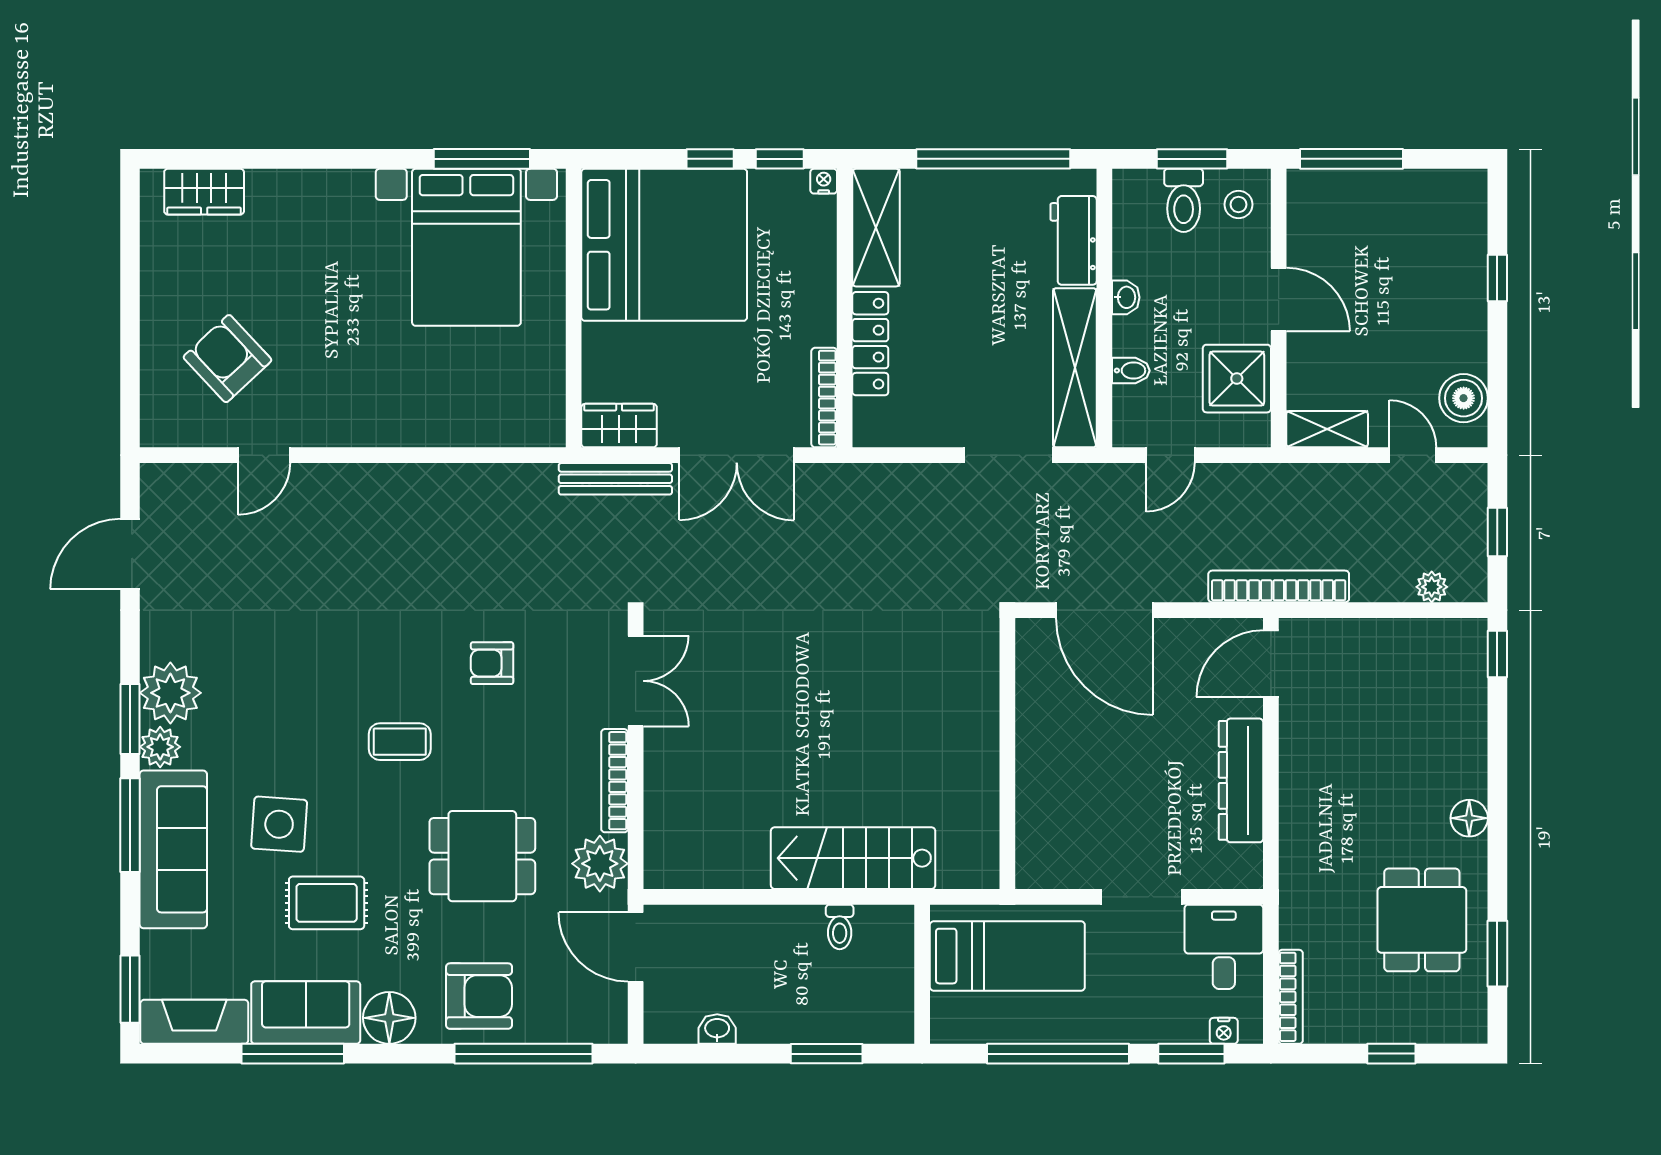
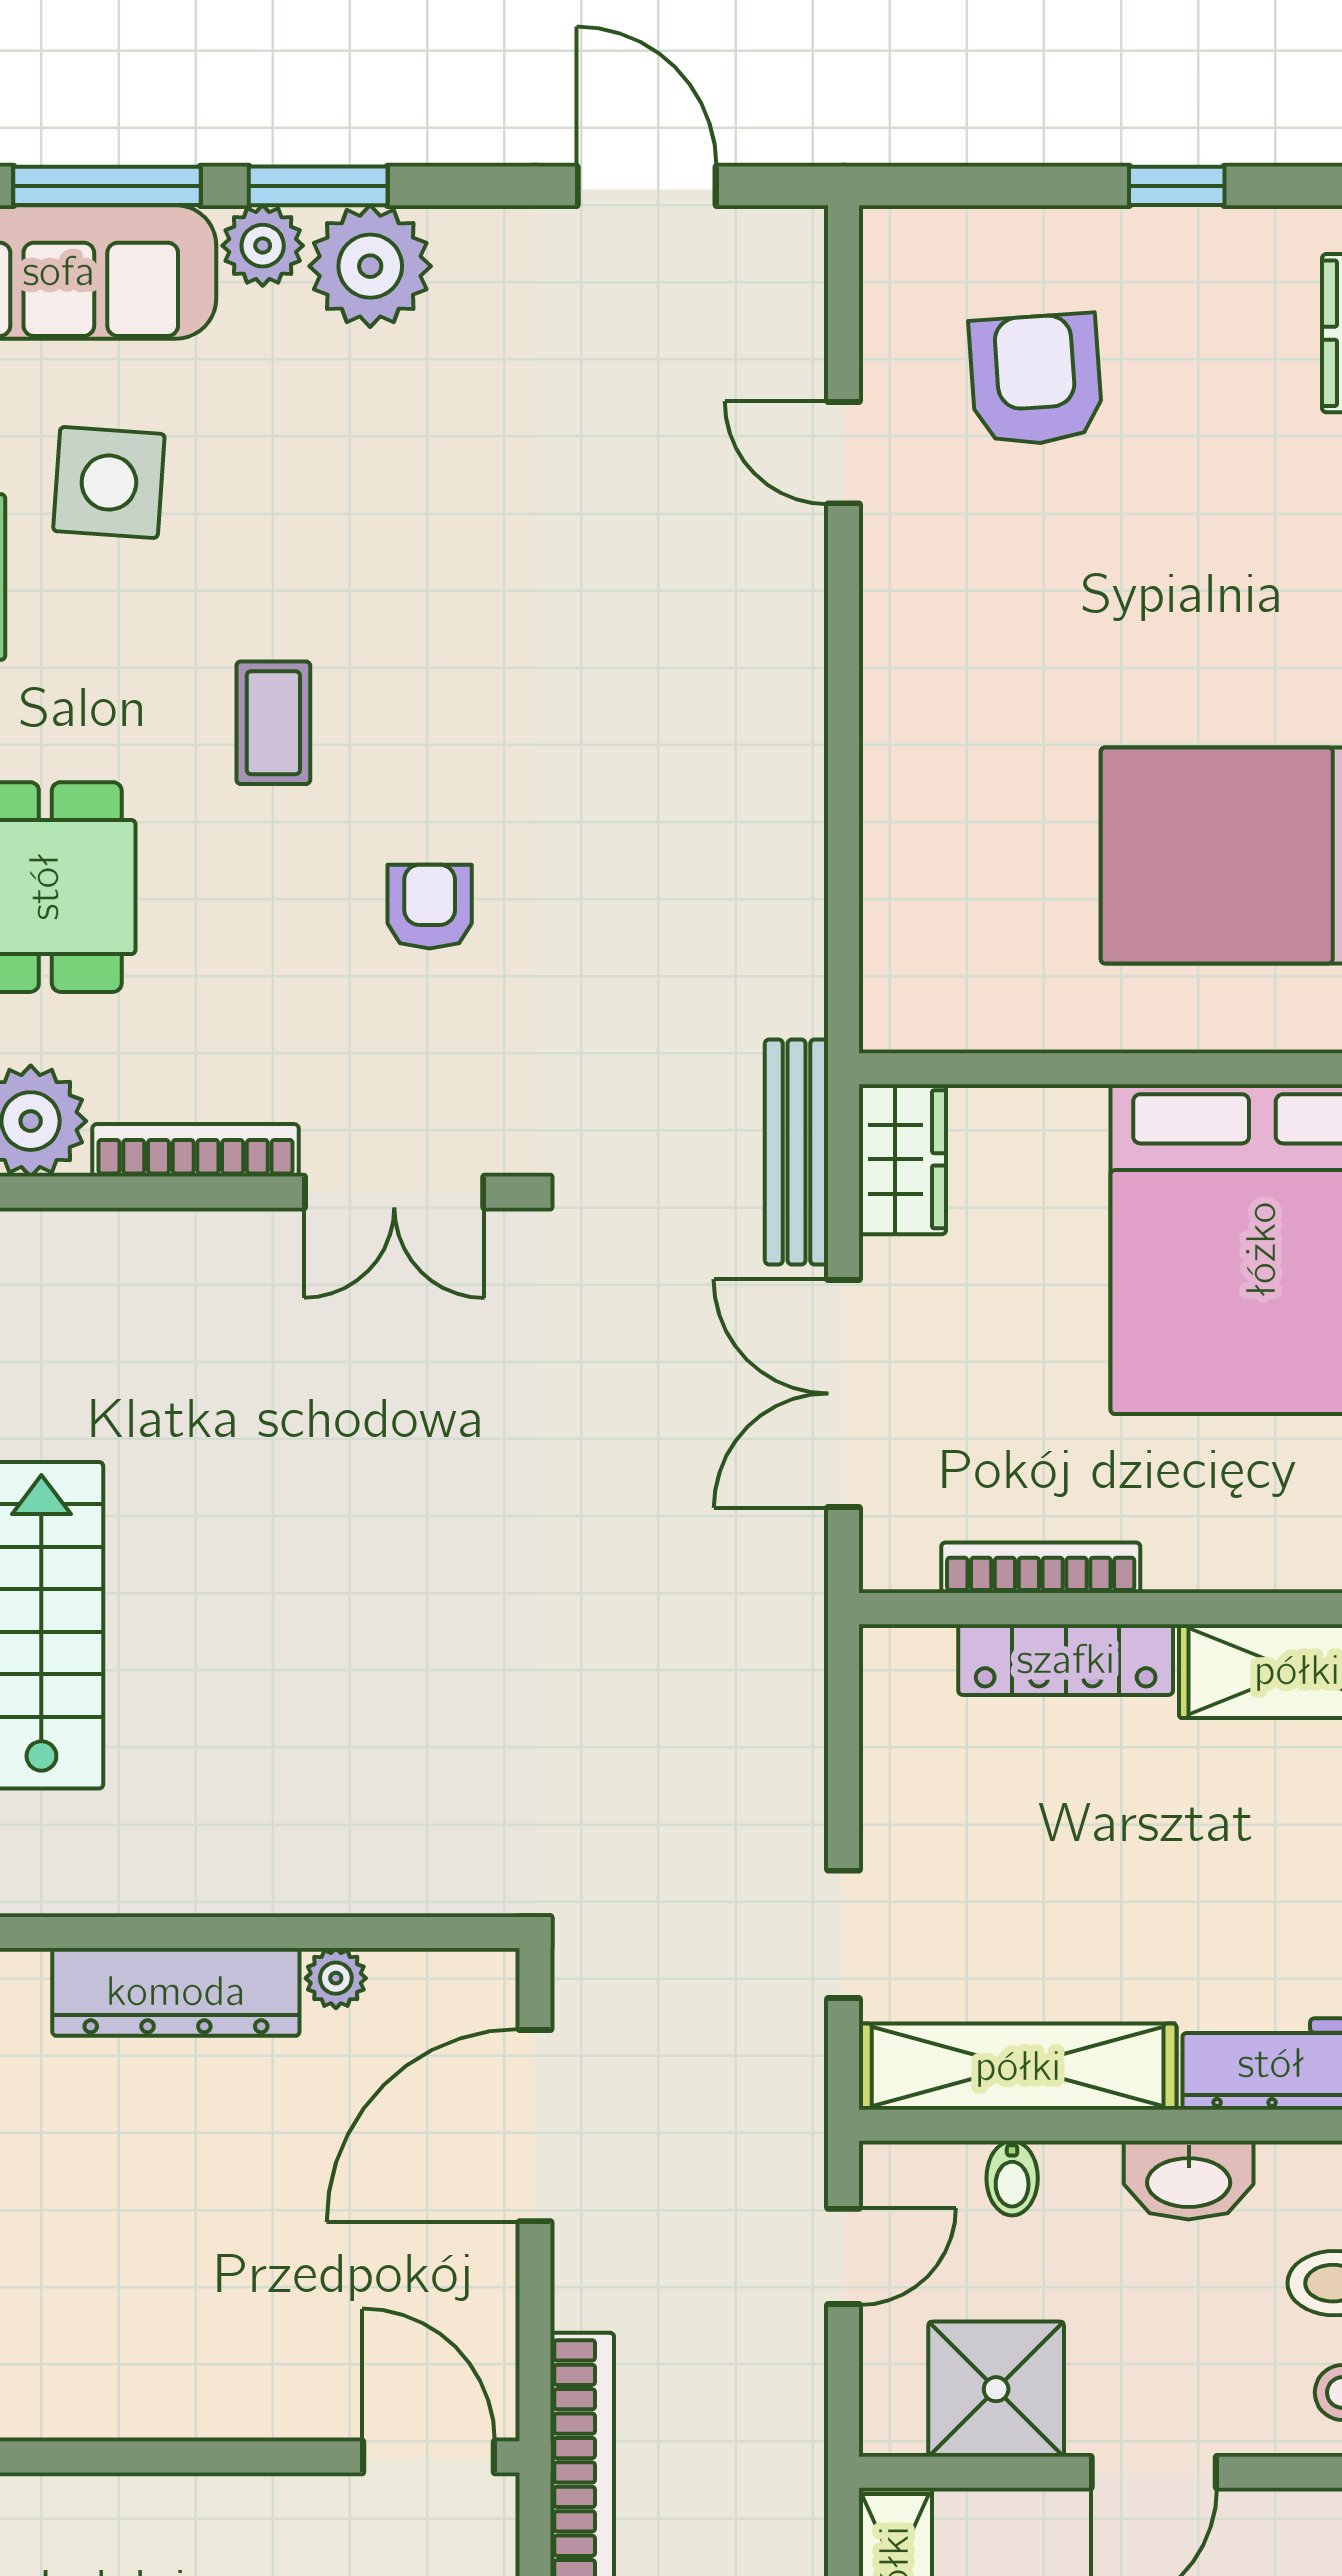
window: (130, 288) -> (1177, 186), added
washbasin: (1126, 297) -> (1189, 2180), width x1.91, depth x1.45
armchair: (227, 359) -> (1036, 380), turned -51
bookcase: (824, 398) -> (1041, 1568), moved
doorway: (1008, 455) -> (843, 1934), width x0.73
door: (1170, 455) -> (843, 2256), swing flipped
plant: (1030, 710) -> (336, 1978), added
dresser: (1241, 780) -> (176, 1992), moved, turned 180

